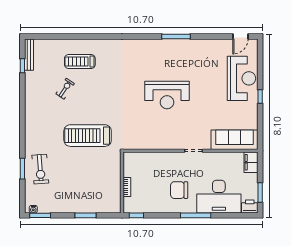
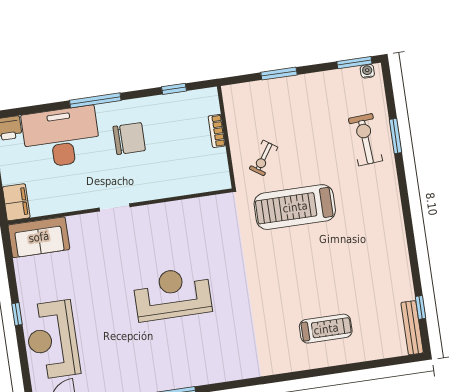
exercise bike: (65, 89) -> (263, 158), moved
treadmill: (88, 136) -> (295, 207), turned 180
sofa: (234, 140) -> (39, 237), width x0.73
window: (136, 215) -> (174, 89), moved

